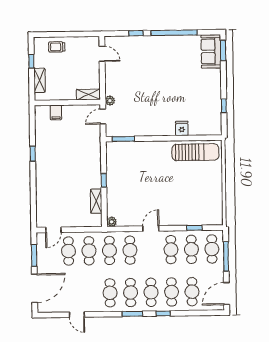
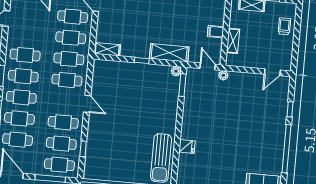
shelving: (88, 95) -> (233, 41), moved
filing cabinet: (56, 113) -> (216, 32), moved
shelving: (94, 155) -> (169, 53), added
shelving: (96, 201) -> (107, 49), moved
plant: (112, 222) -> (176, 71), moved

